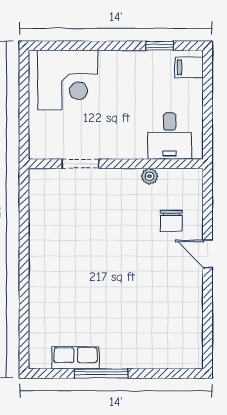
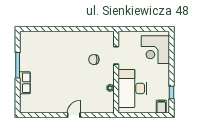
desk: (170, 136) -> (132, 88), width x1.87, depth x1.30
chair: (171, 221) -> (94, 60), moved
row of seats: (75, 358) -> (25, 83), moved

